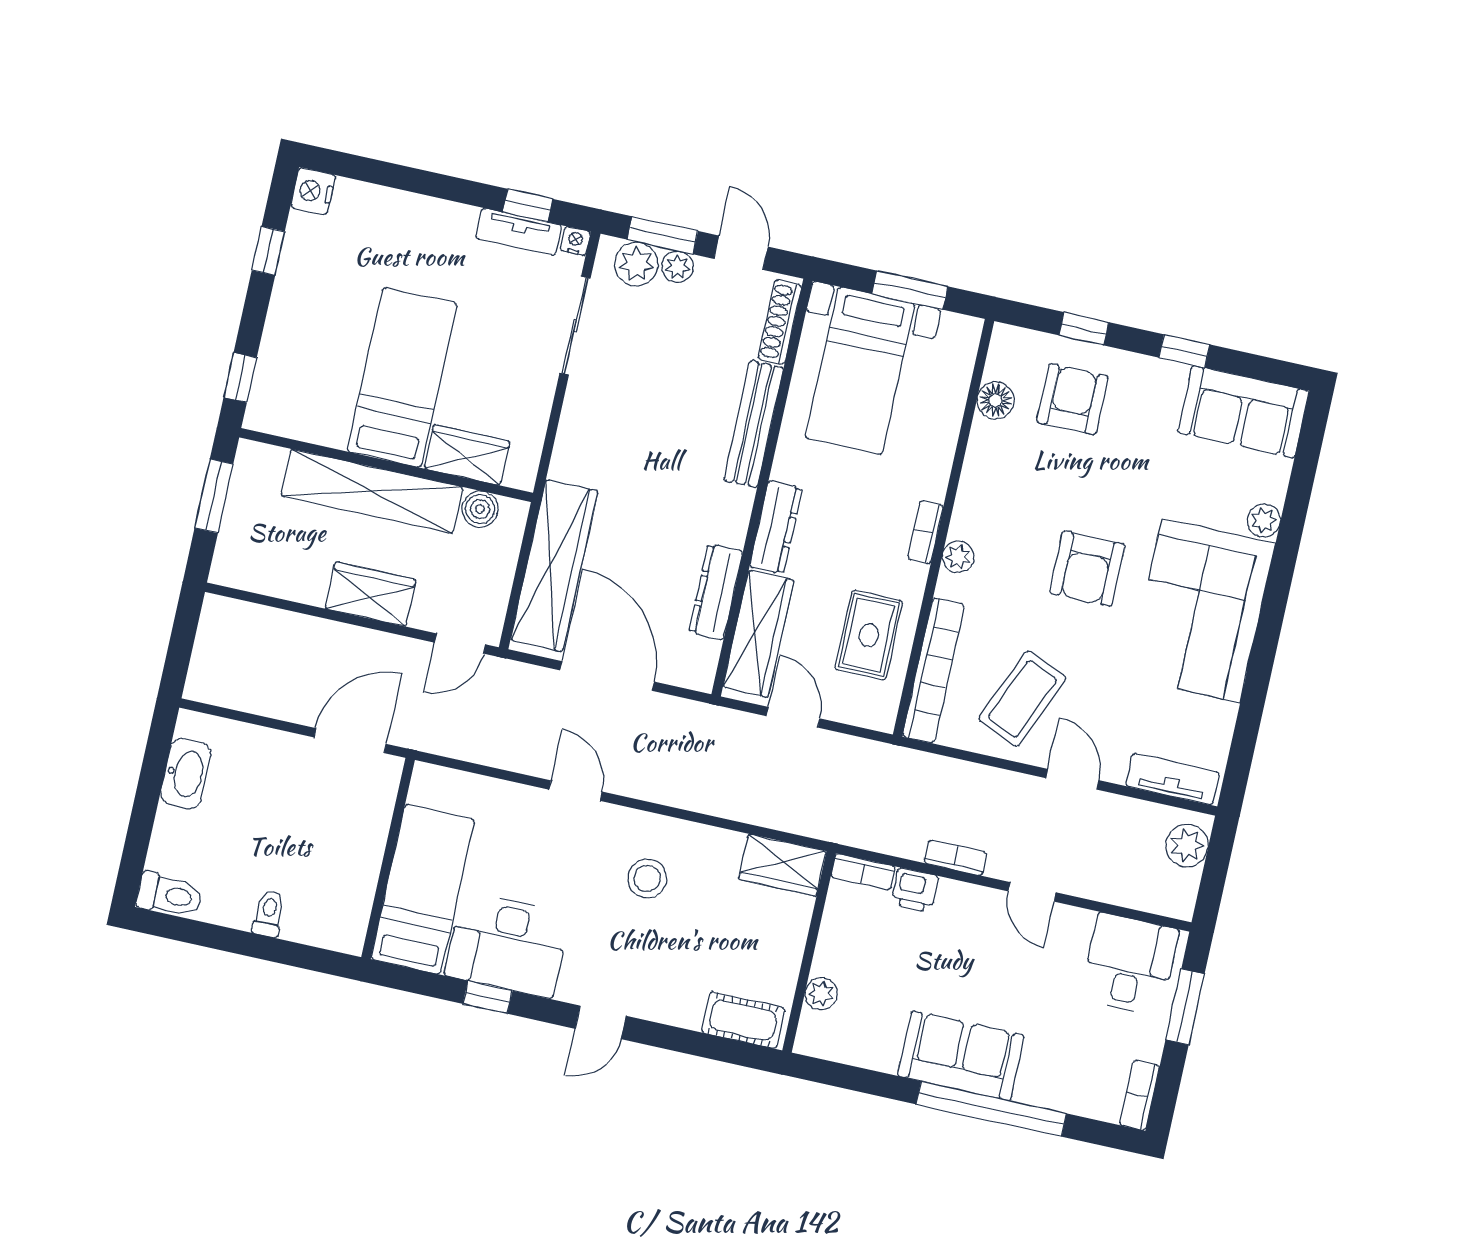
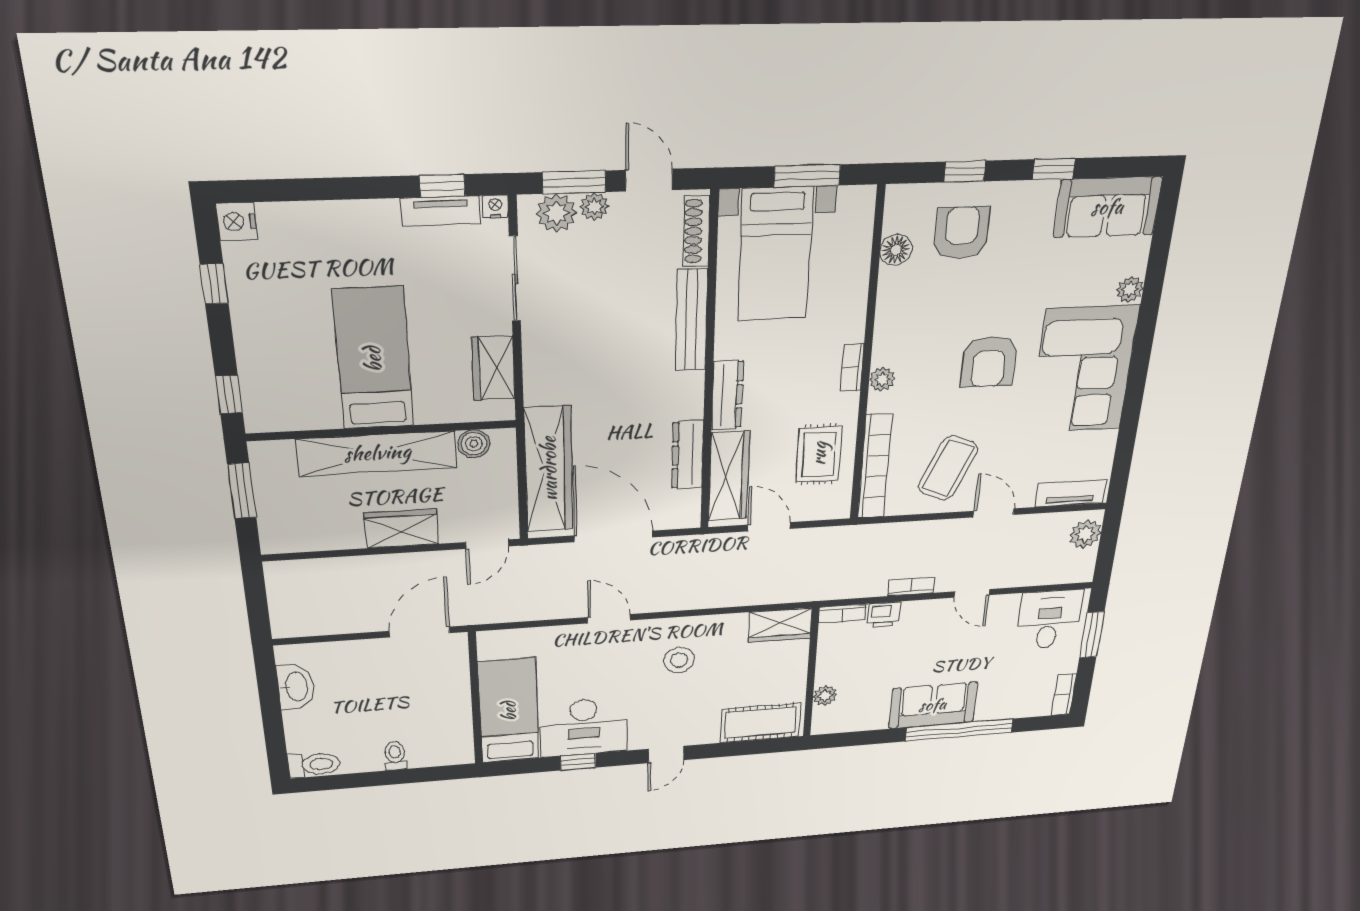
wardrobe: (467, 455) -> (493, 368), moved, turned -90
cot: (743, 1020) -> (760, 723), width x1.37, depth x1.34

